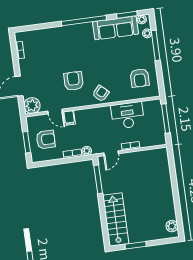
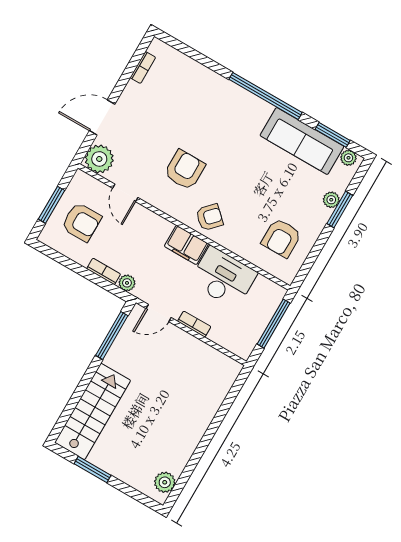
plant: (147, 33) -> (331, 200), moved
window: (156, 45) -> (340, 209), width x0.69
filing cabinet: (69, 118) -> (186, 245), moved, width x2.00

